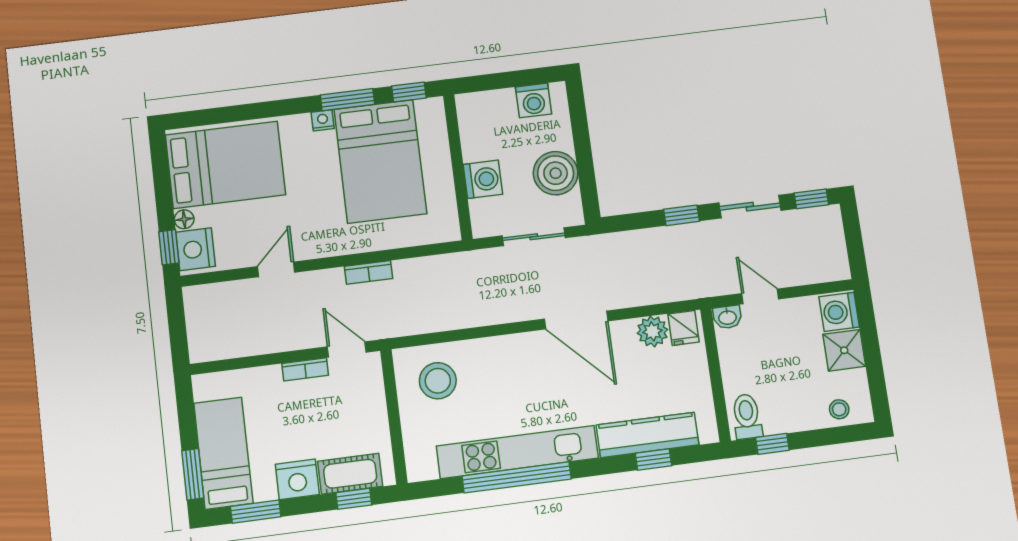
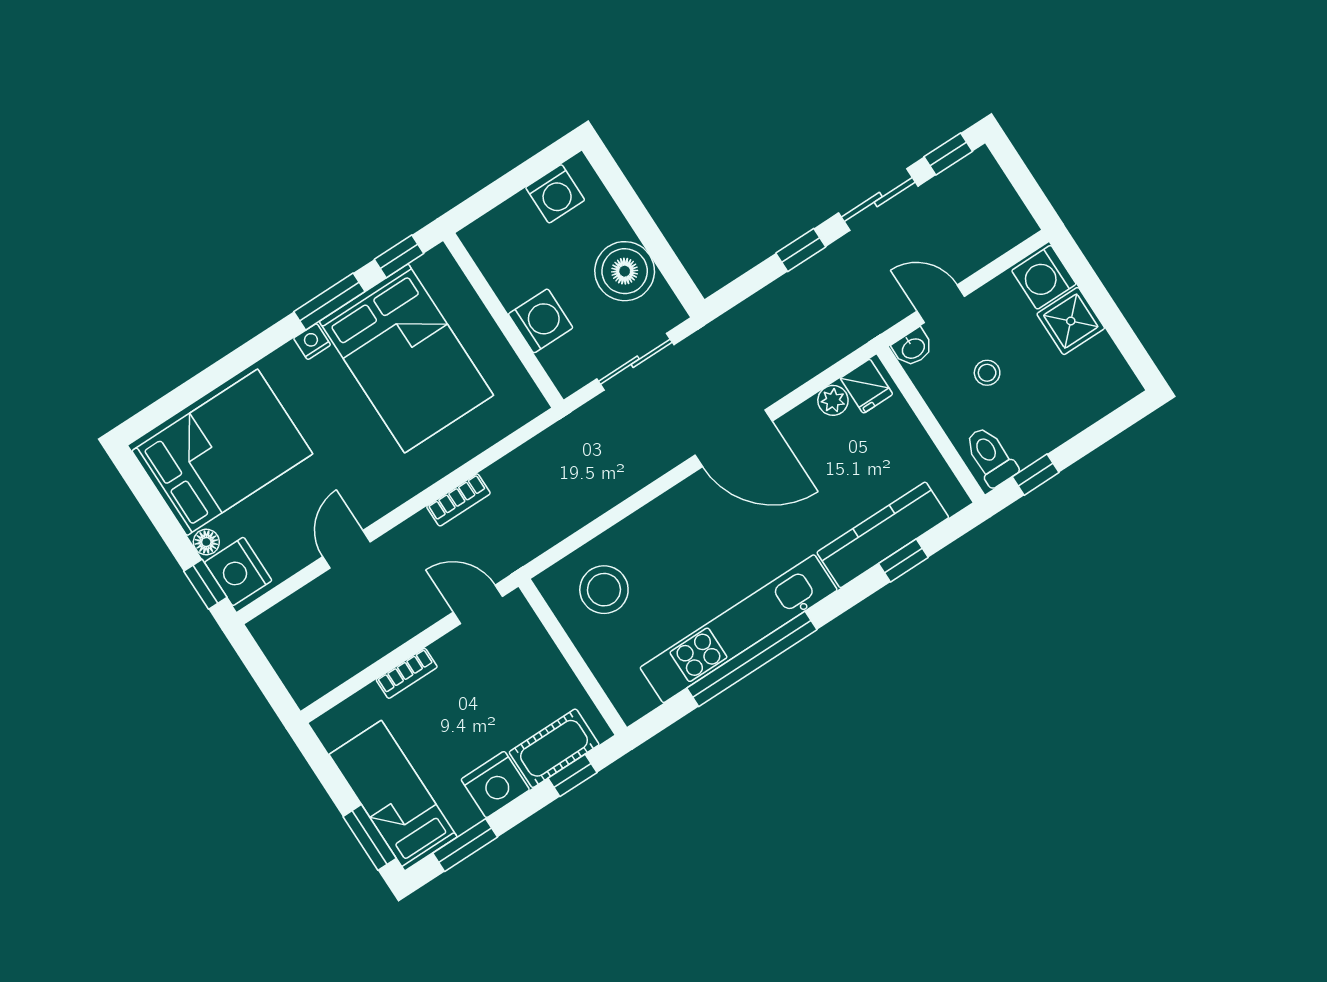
plant: (652, 331) -> (833, 400), width x0.73, depth x0.73
bookcase: (305, 369) -> (407, 673), moved
stool: (839, 409) -> (987, 373), moved

